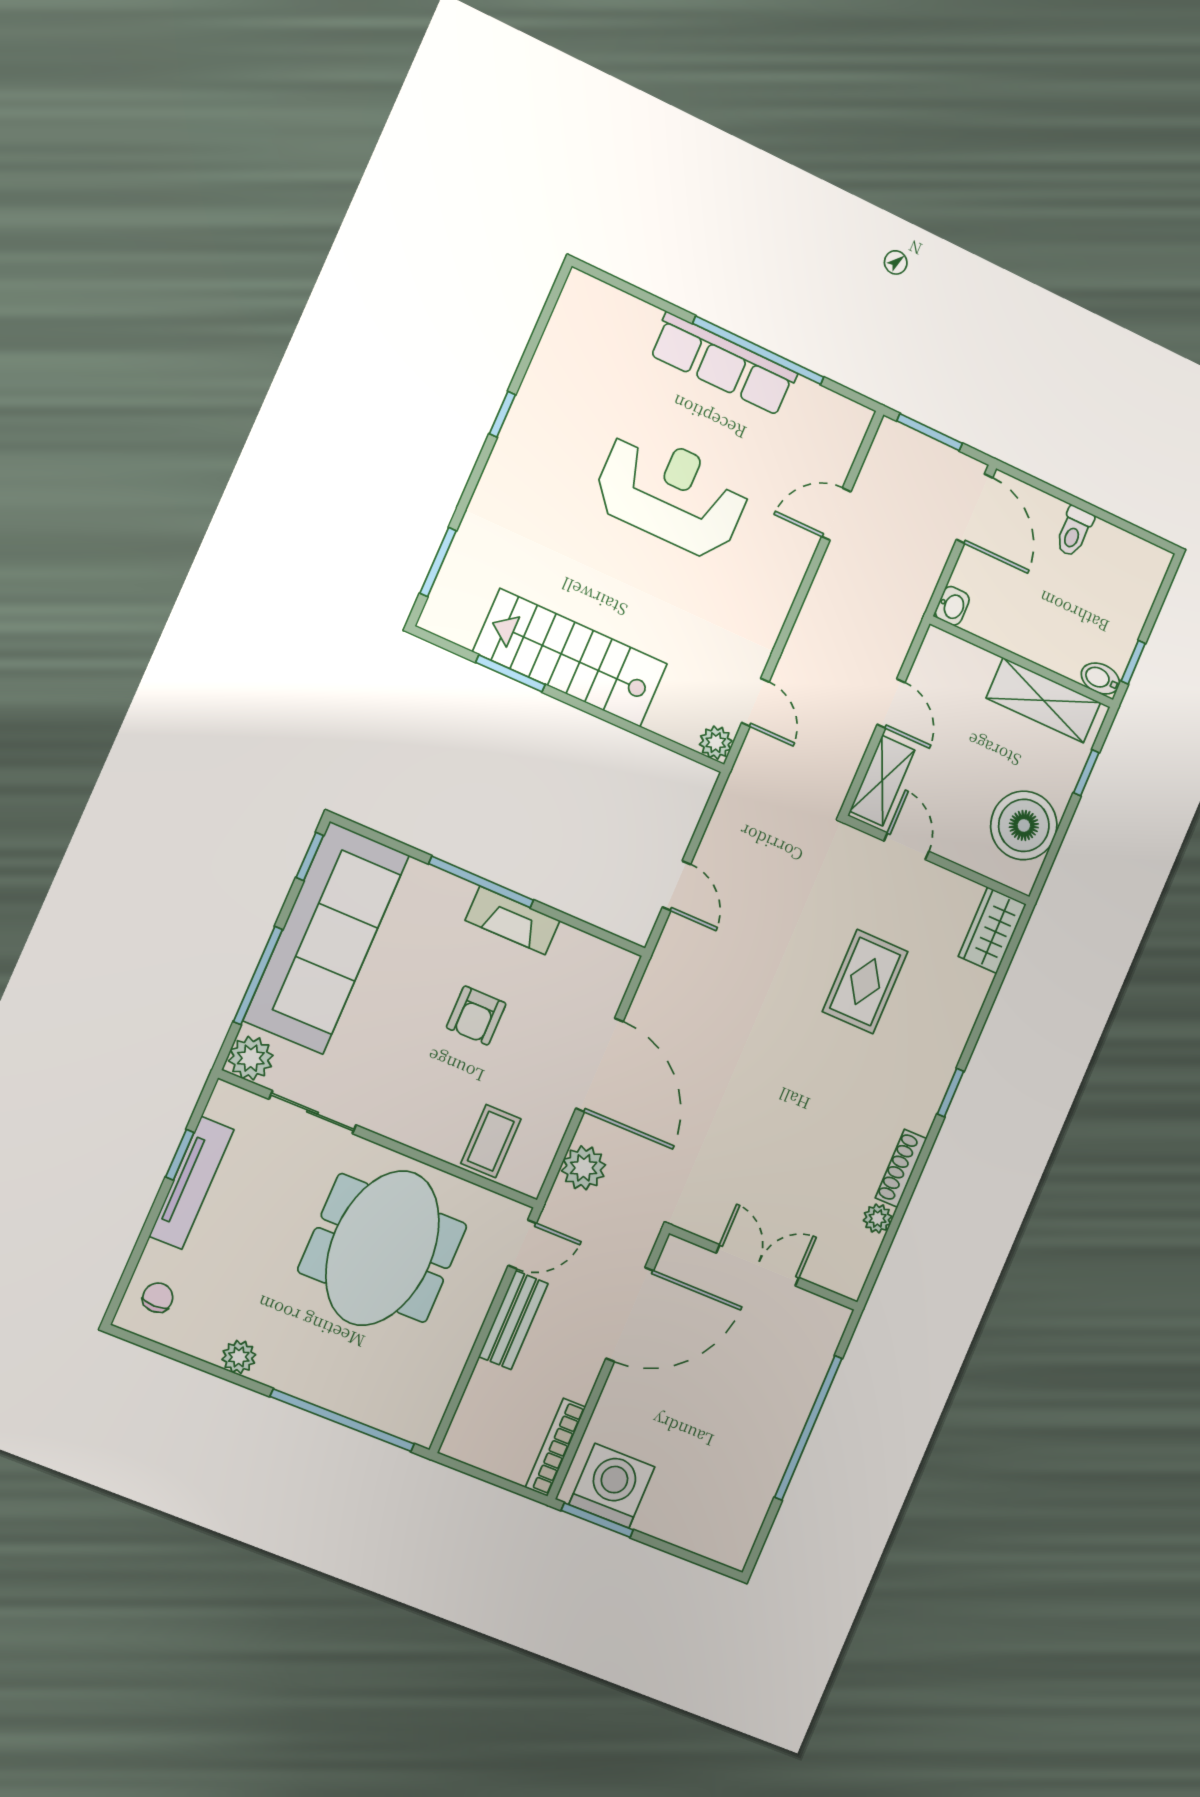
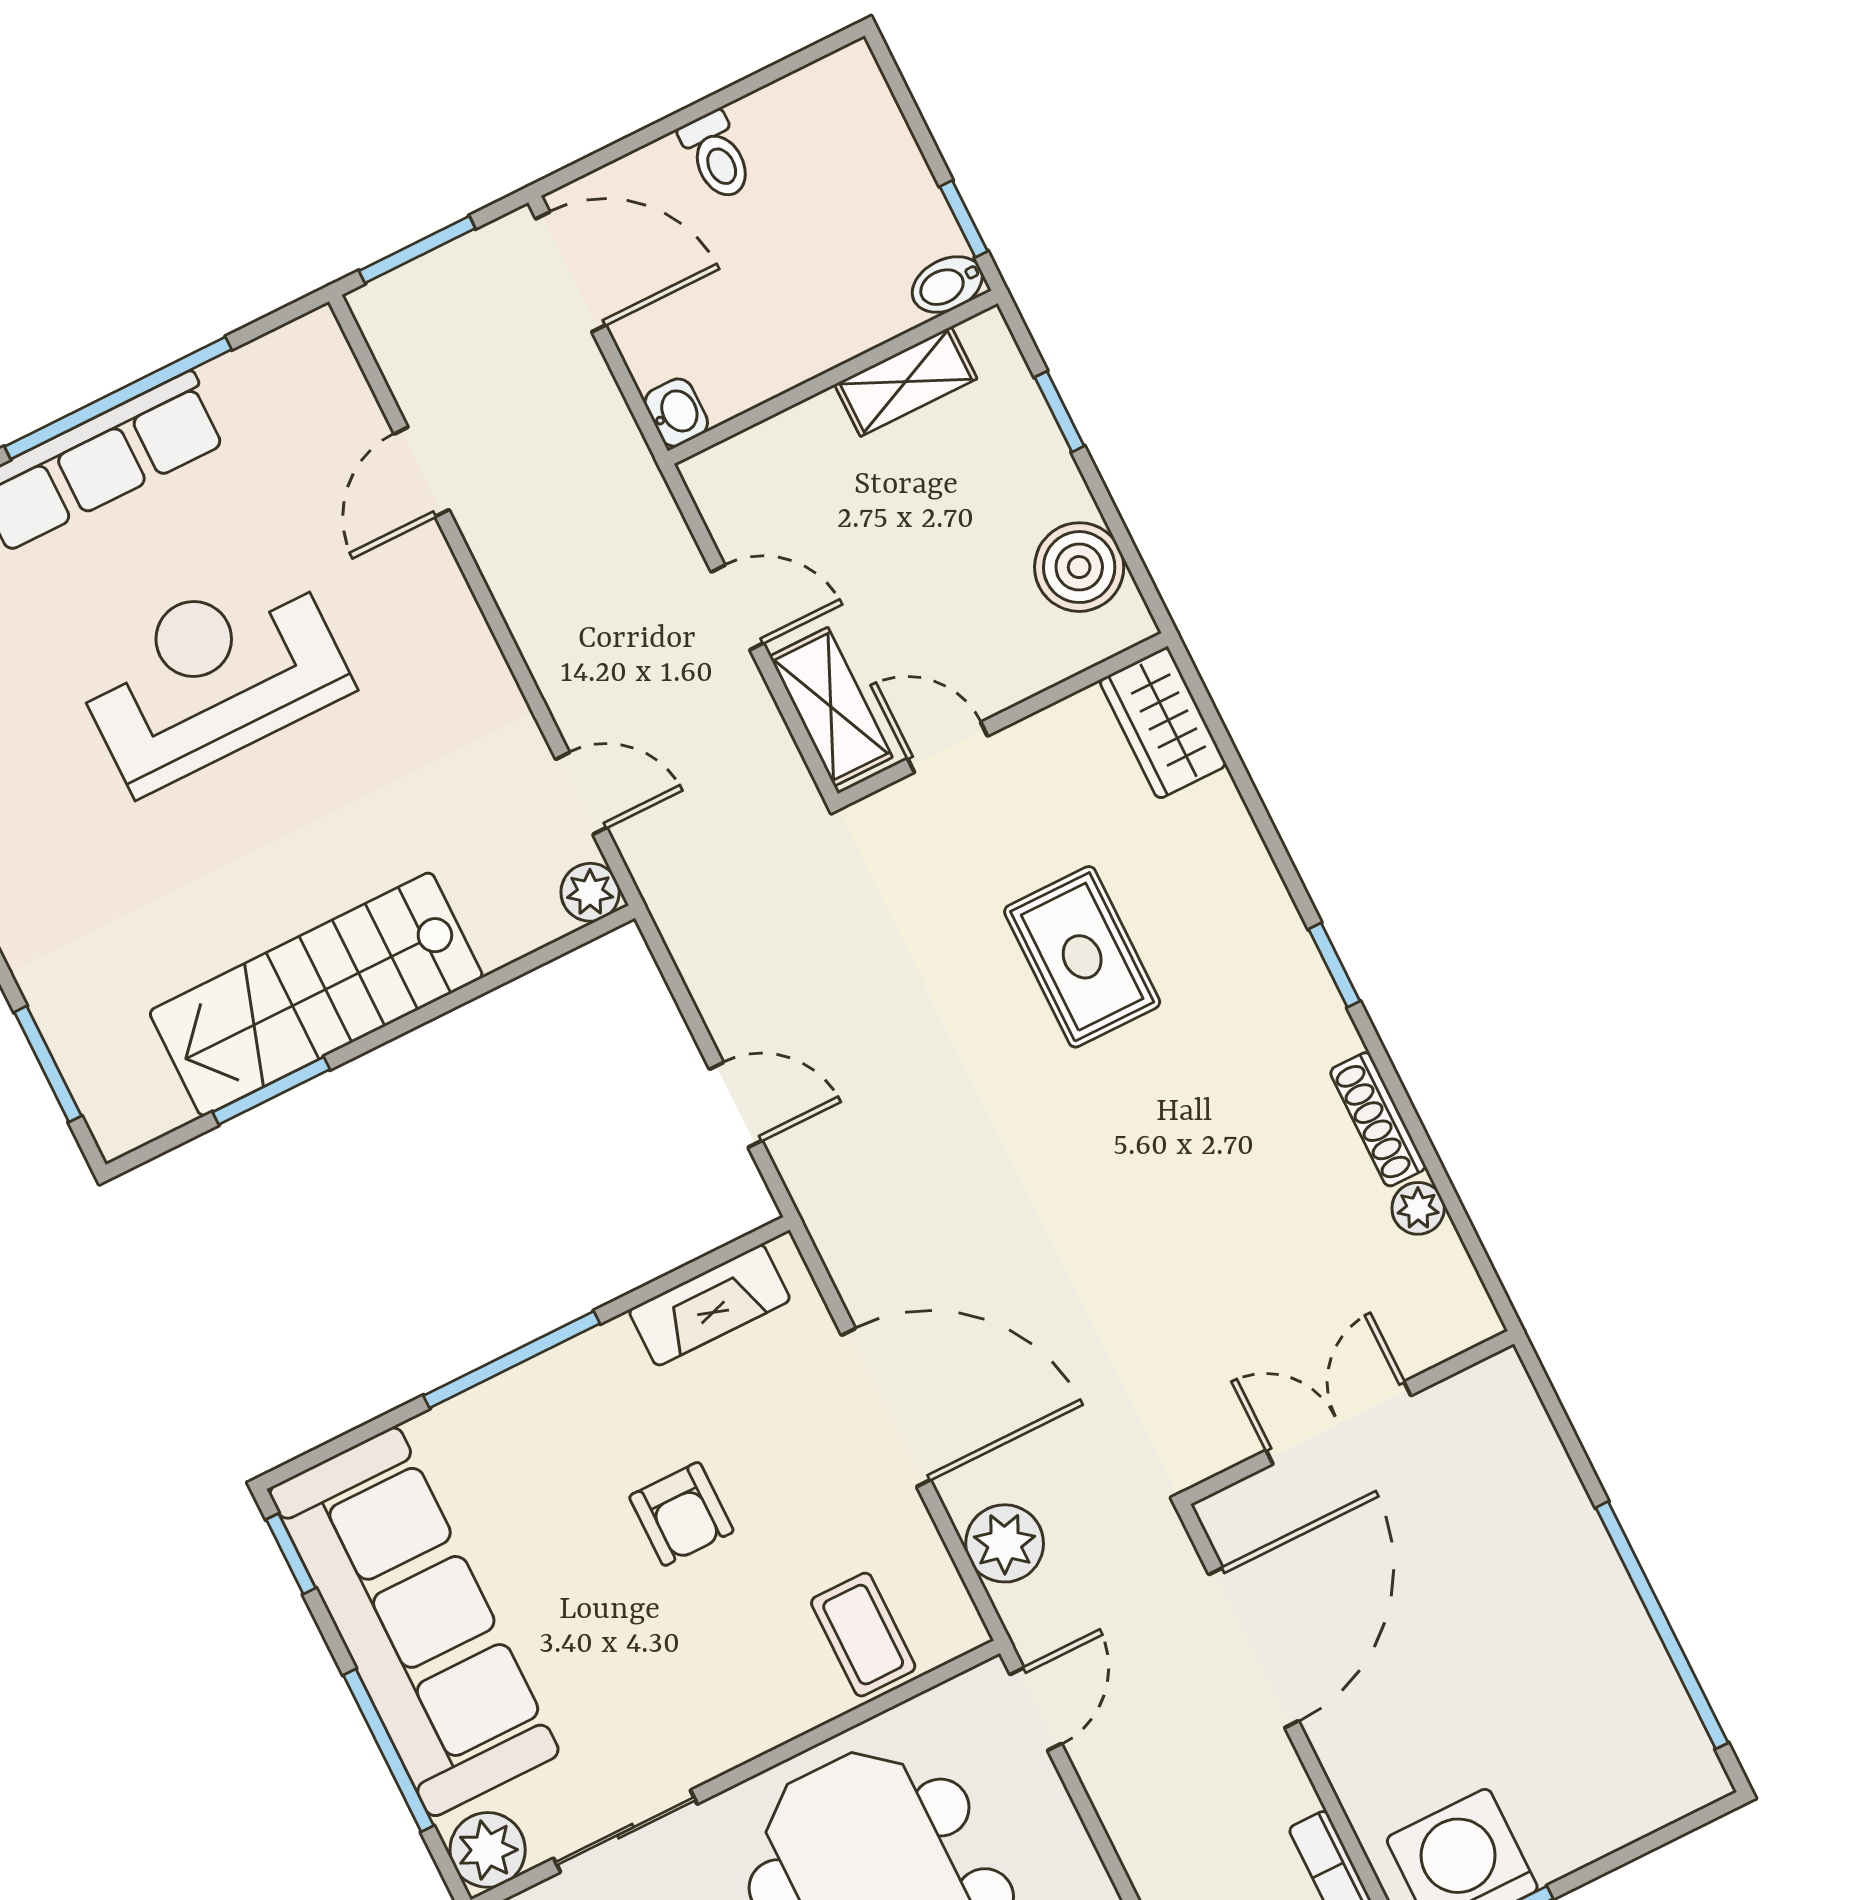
shelving: (1043, 700) -> (906, 381), width x0.67, depth x0.75
boiler: (1024, 825) -> (1079, 567), width x0.73, depth x0.73
fireplace: (513, 920) -> (710, 1305), moved
bench: (513, 1320) -> (1126, 1805), removed
window: (808, 1428) -> (1662, 1625), moved

